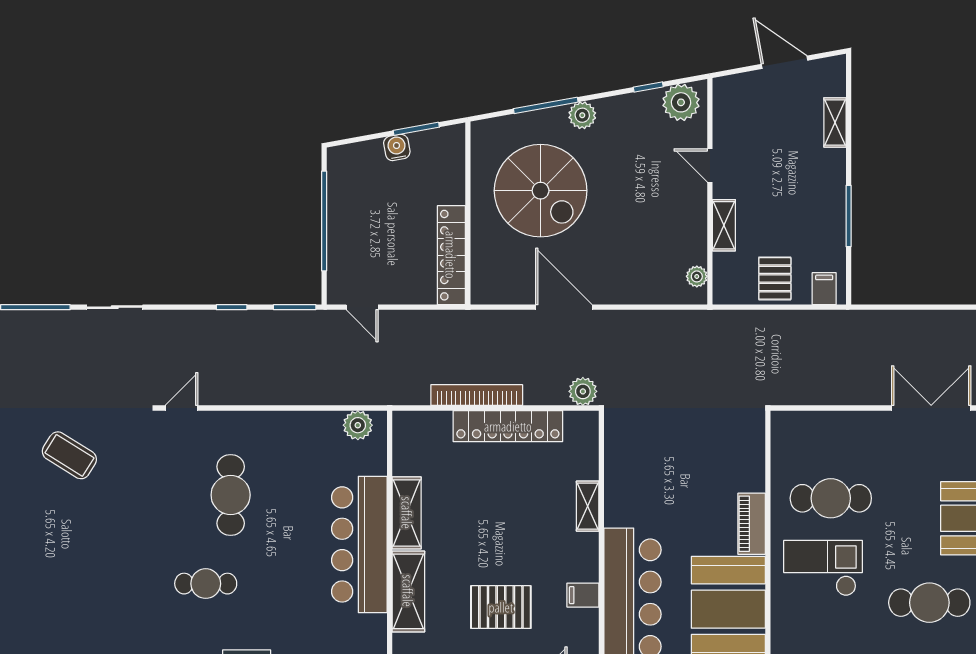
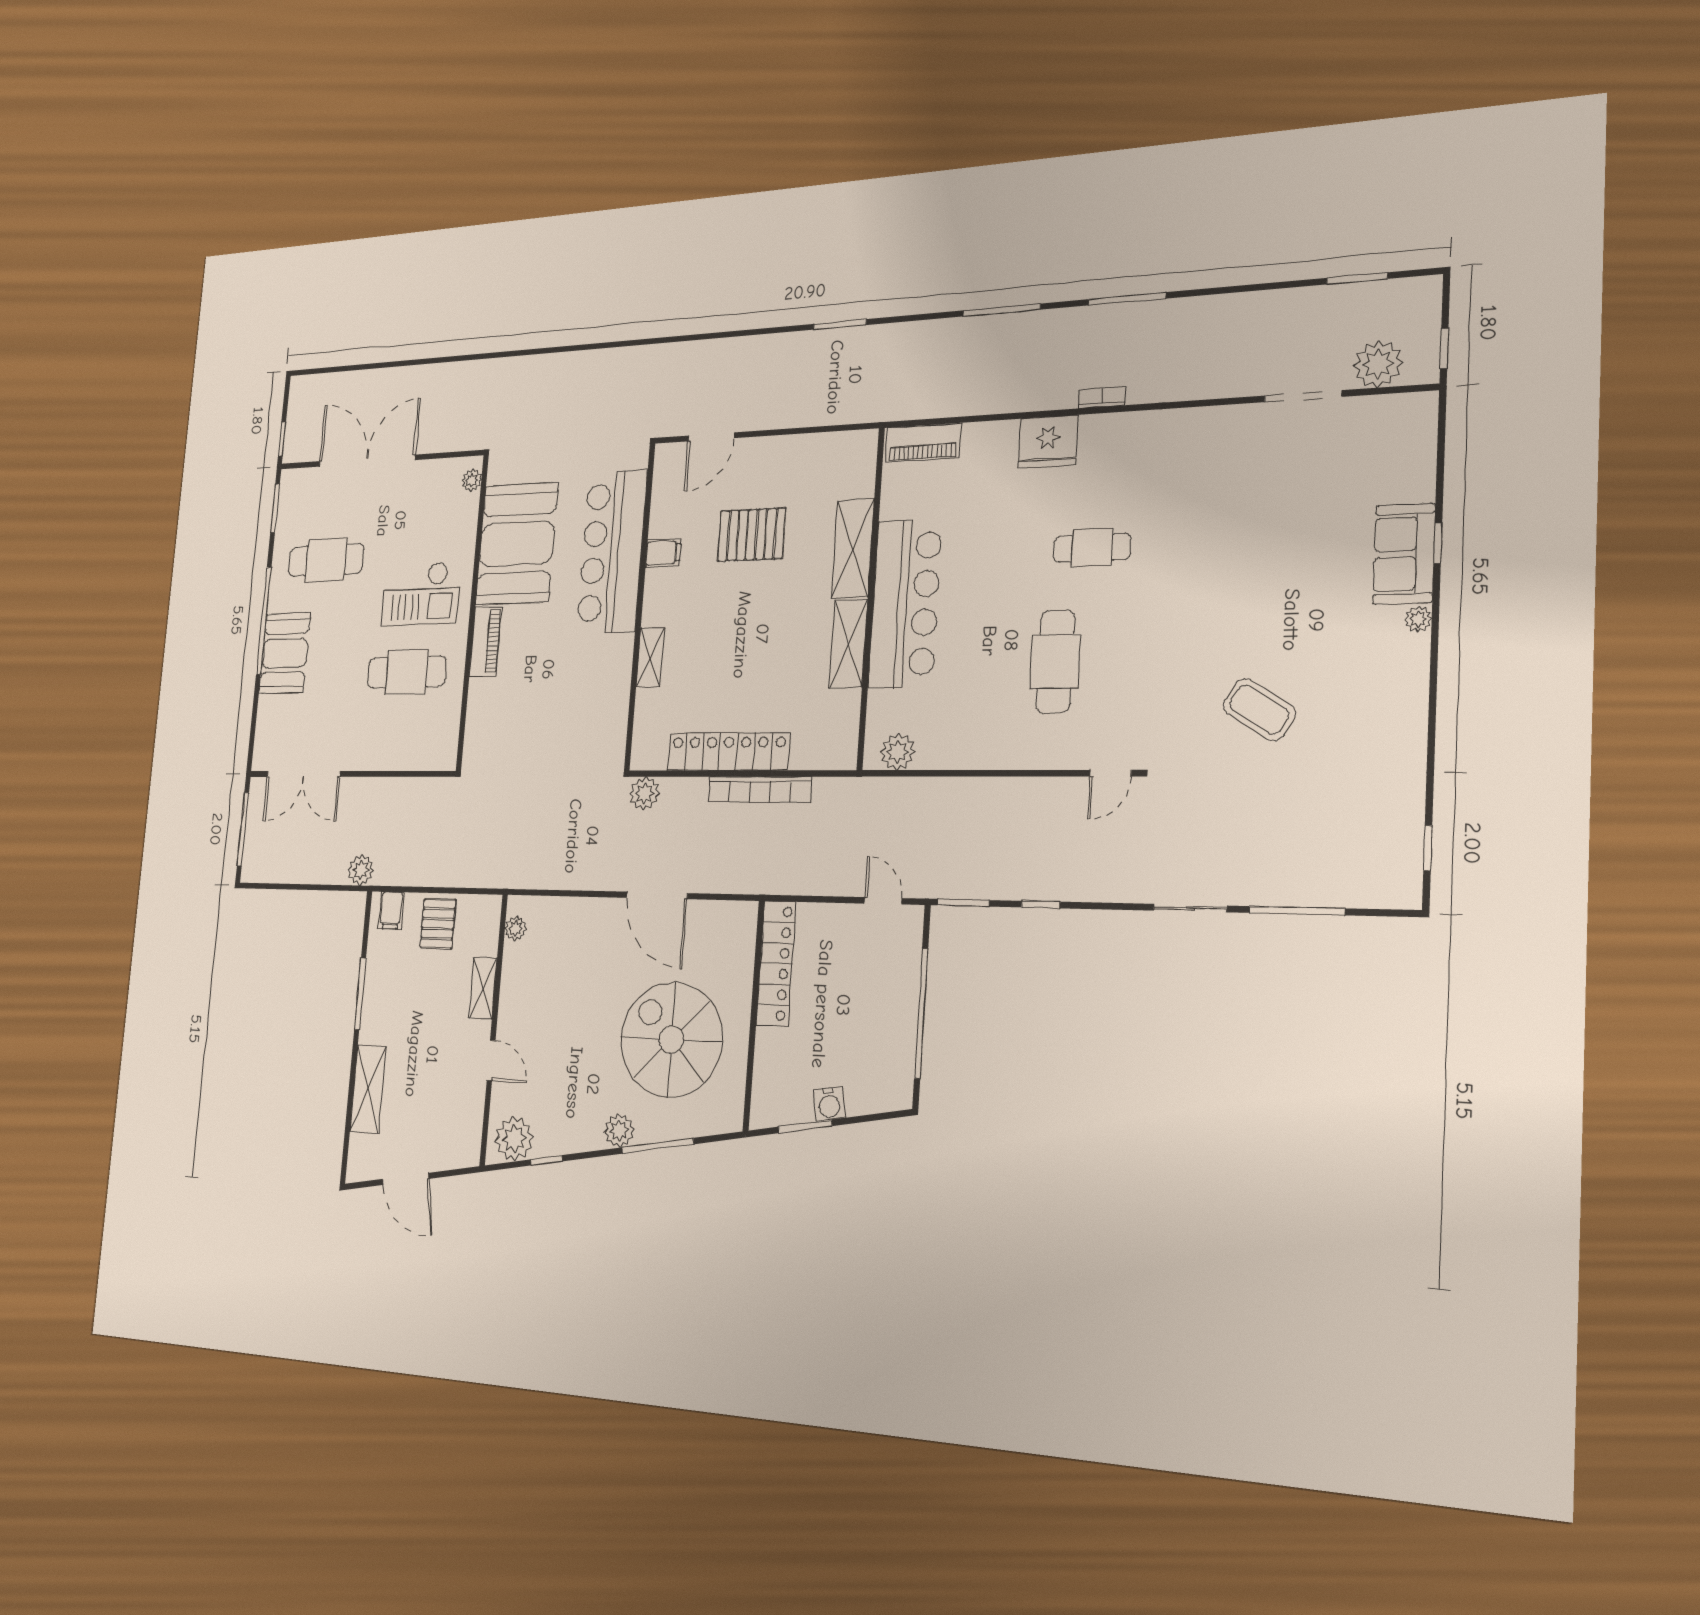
shelving: (835, 122) -> (368, 1089), width x1.50, depth x1.33
plant: (860, 323) -> (361, 870), added

